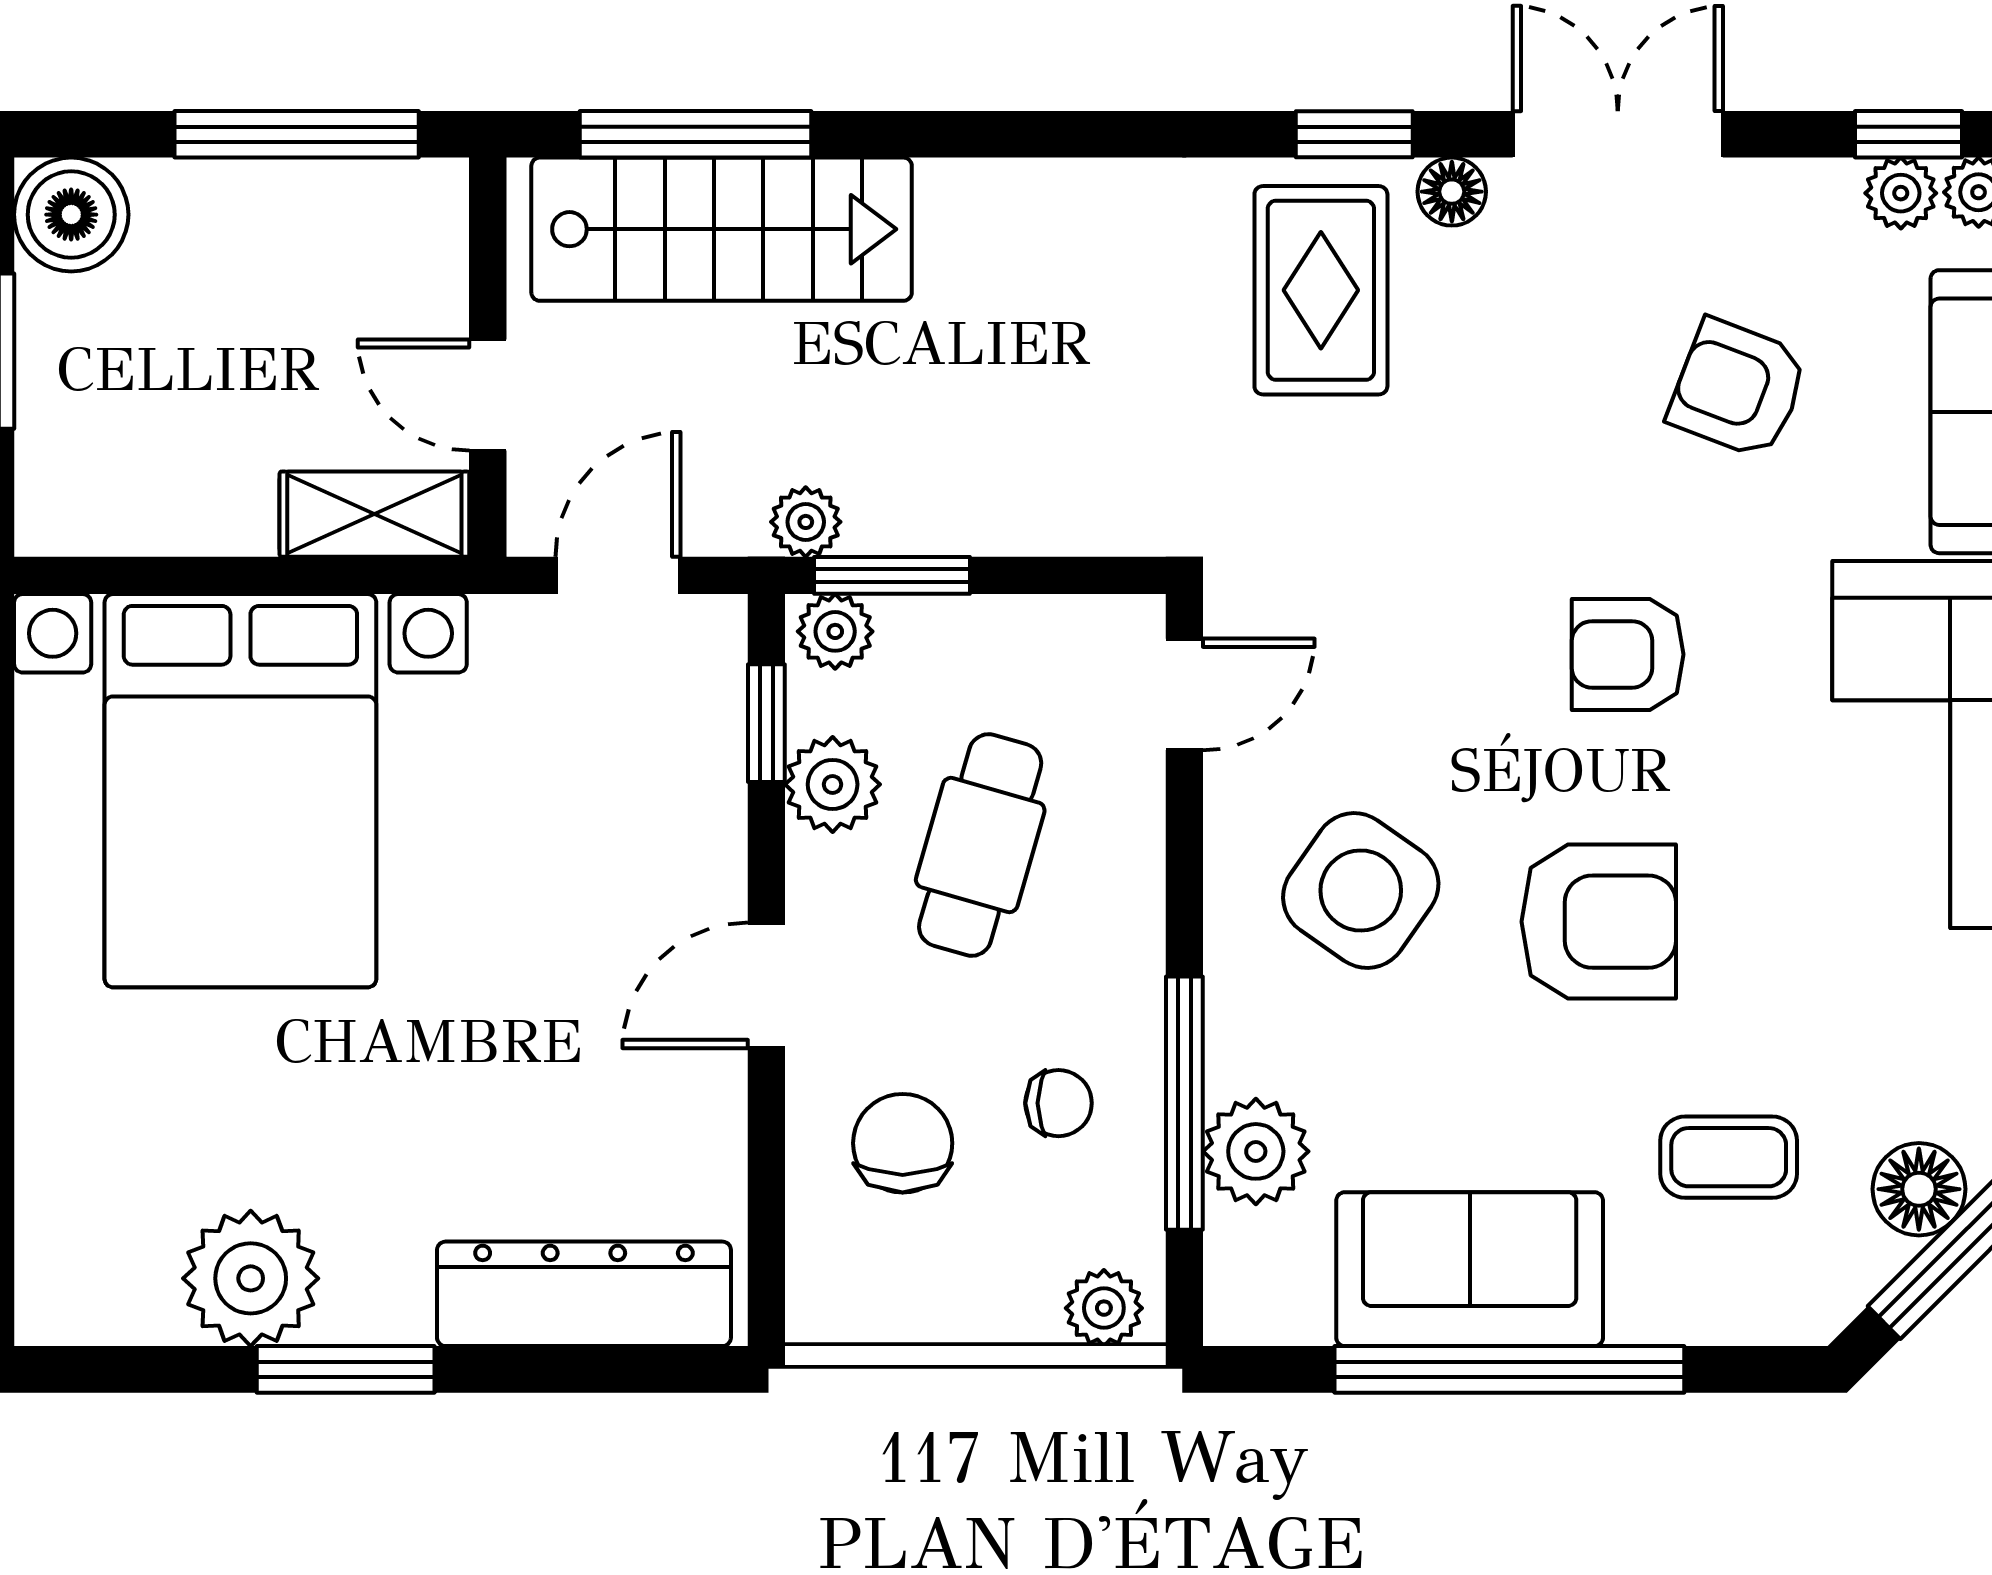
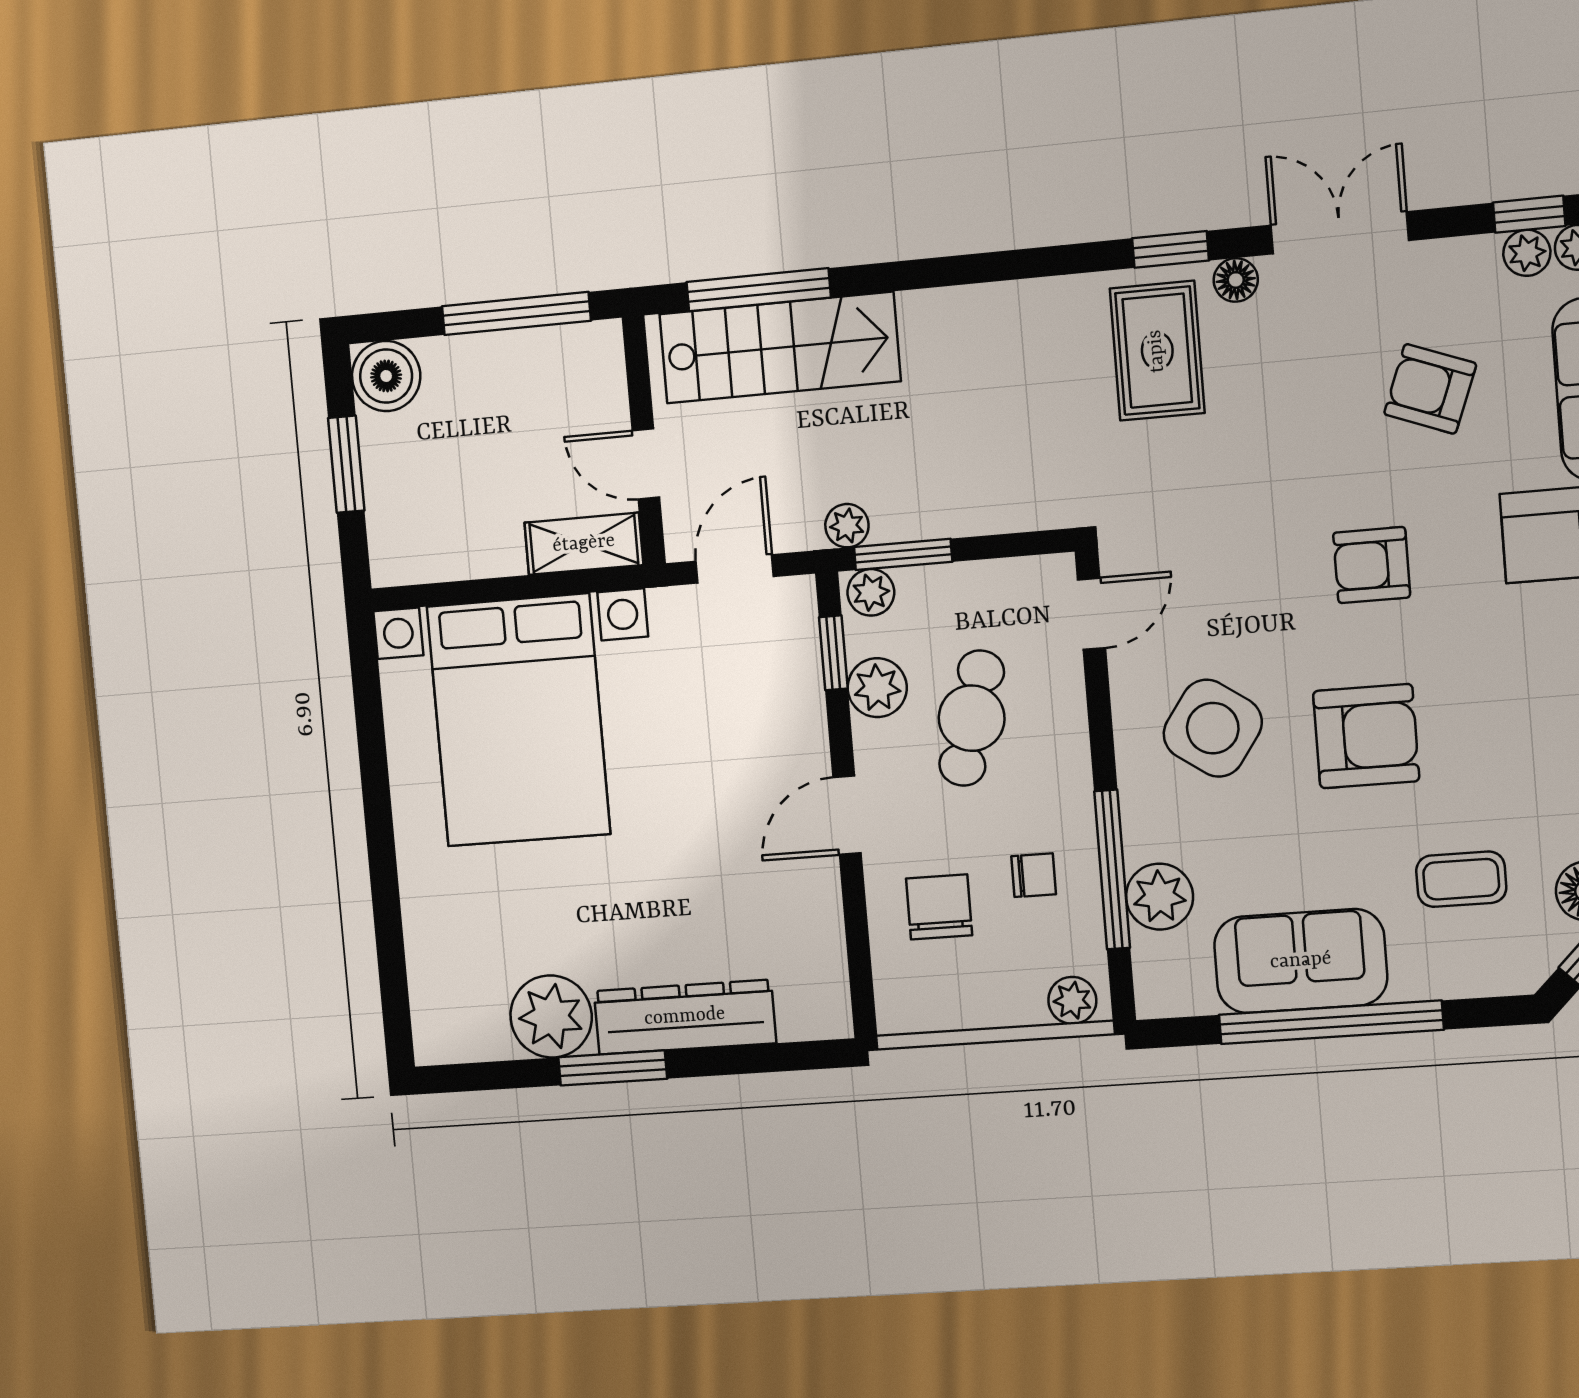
dresser: (584, 1294) -> (685, 1017), moved

